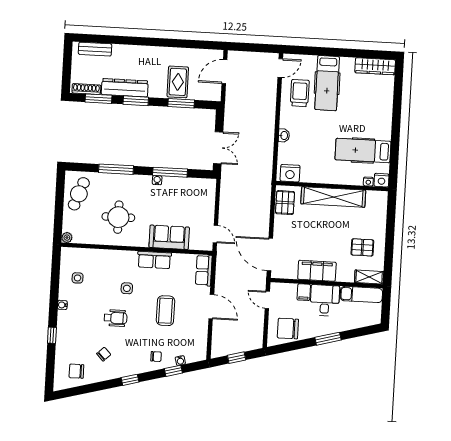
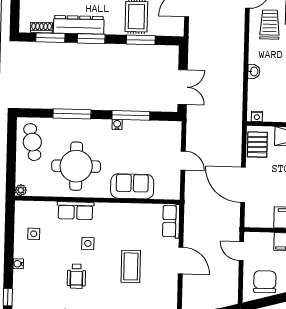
shoe rack: (86, 89) -> (42, 28), width x0.70
nightstand: (290, 173) -> (257, 116), width x0.53, depth x0.56
cafe table: (79, 194) -> (32, 142), turned -31
round table: (118, 217) -> (76, 166), width x1.36, depth x1.36
door: (215, 234) -> (183, 161), moved
door: (270, 255) -> (243, 185), moved
row of seats: (154, 260) -> (75, 211), moved
wheelchair: (115, 318) -> (76, 276), turned 90
chair: (288, 329) -> (265, 282), turned 90

